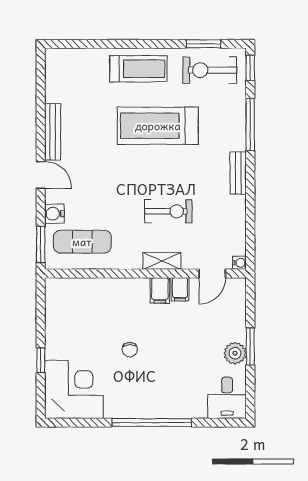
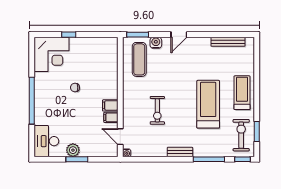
treadmill: (138, 69) -> (242, 93), turned 180
bench: (53, 132) -> (228, 42), moved
shelving: (162, 261) -> (128, 107), removed
desk: (227, 398) -> (46, 141), width x1.37

